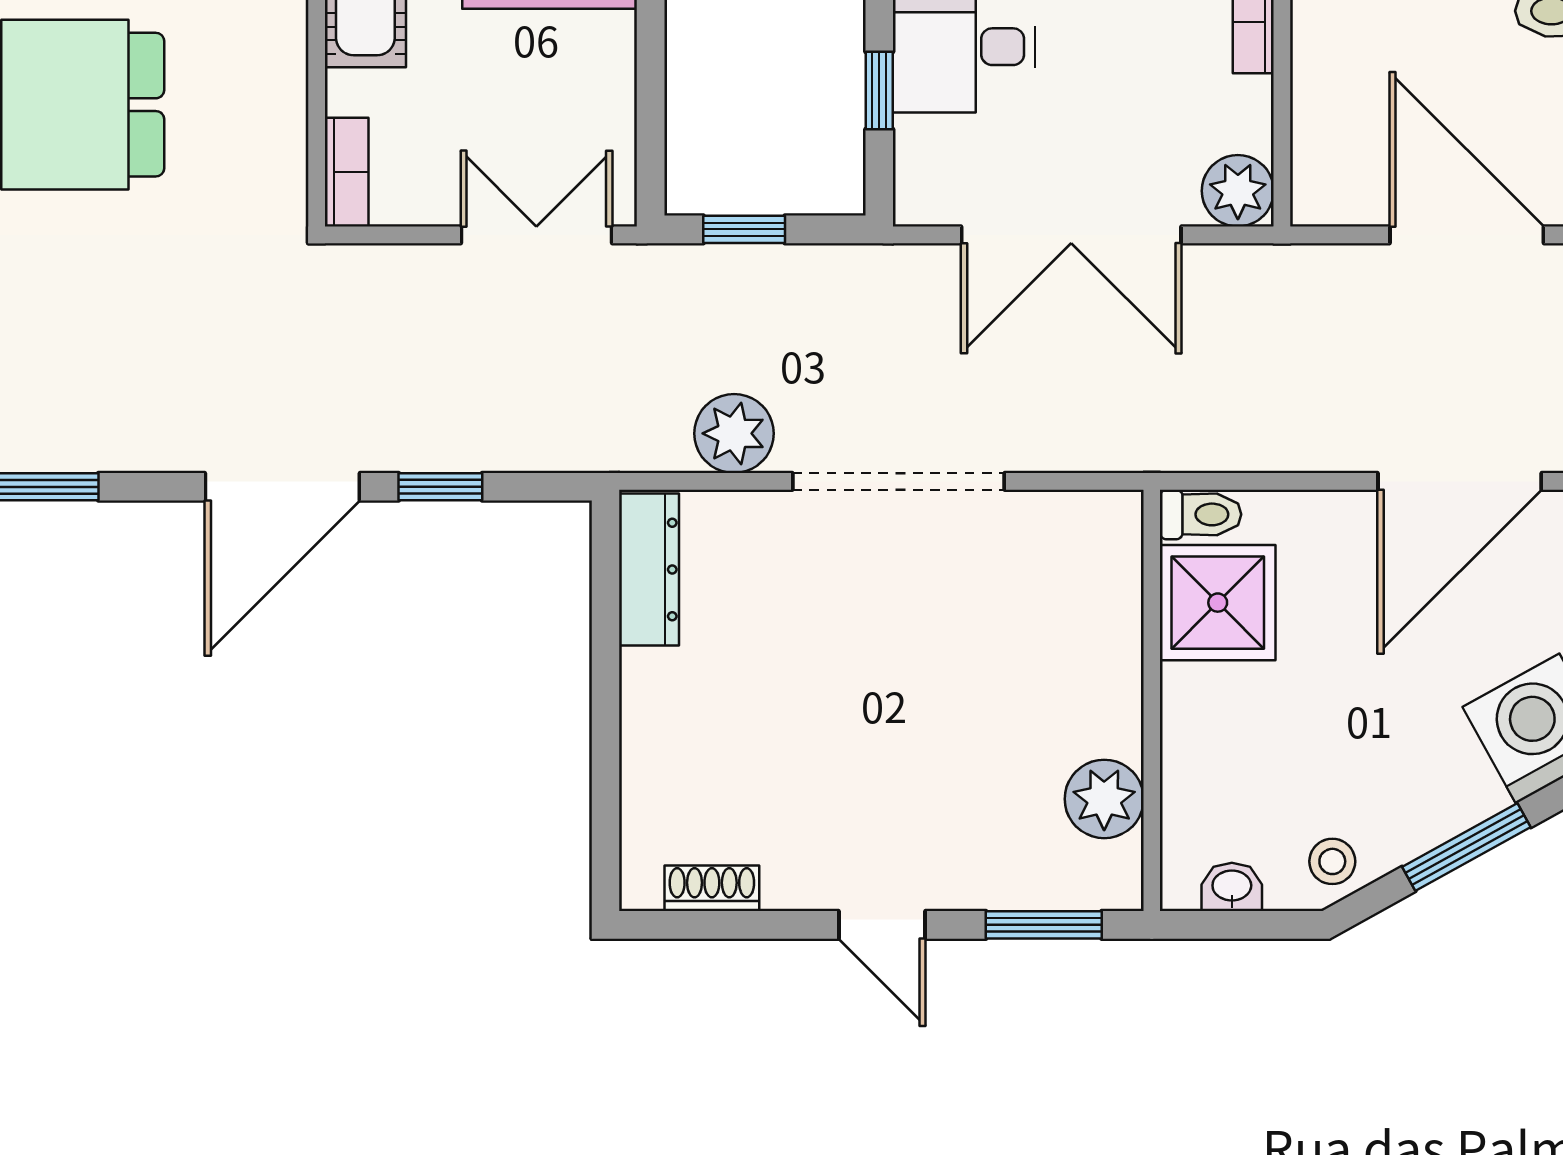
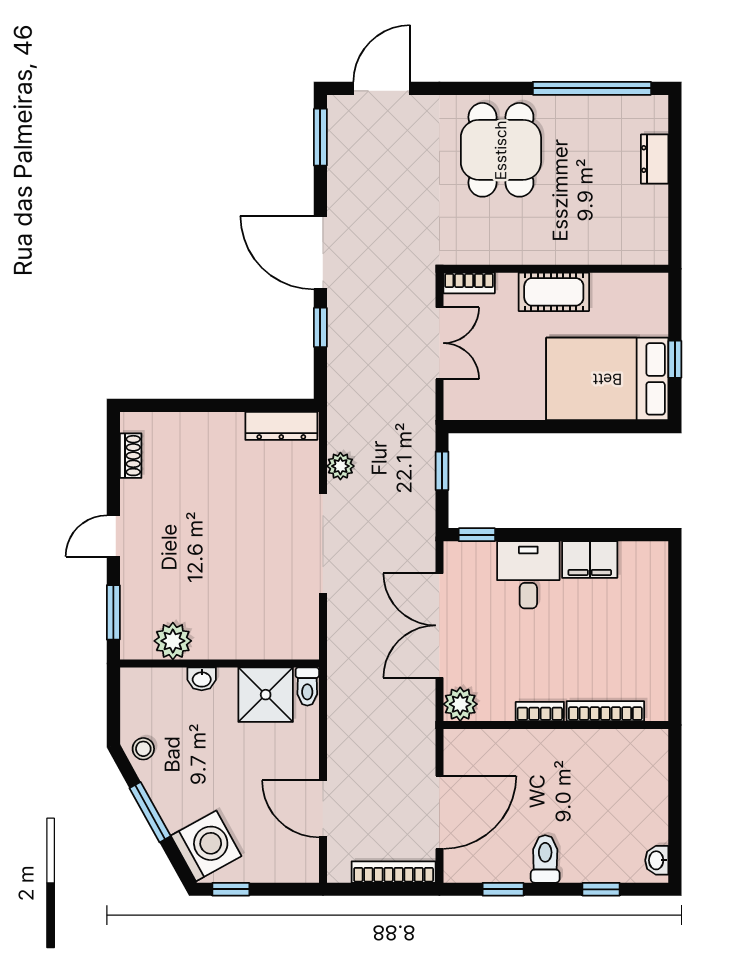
window: (879, 90) -> (477, 535), moved
double door: (536, 235) -> (439, 343), moved
plant: (734, 433) -> (340, 466), width x0.73, depth x0.73
door: (1460, 481) -> (323, 809), width x0.73
washbasin: (1232, 887) -> (202, 679), moved, turned 90

